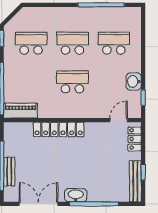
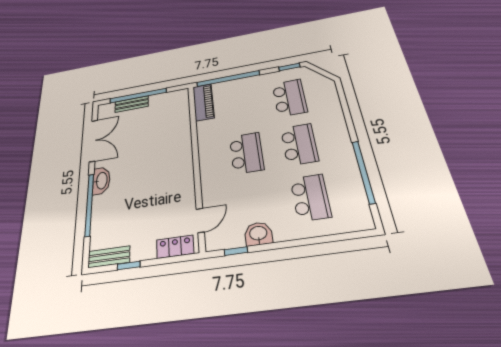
door: (119, 120) -> (200, 220), hinge flipped
locker: (59, 129) -> (183, 147), removed
bench: (135, 181) -> (109, 257), width x0.73

